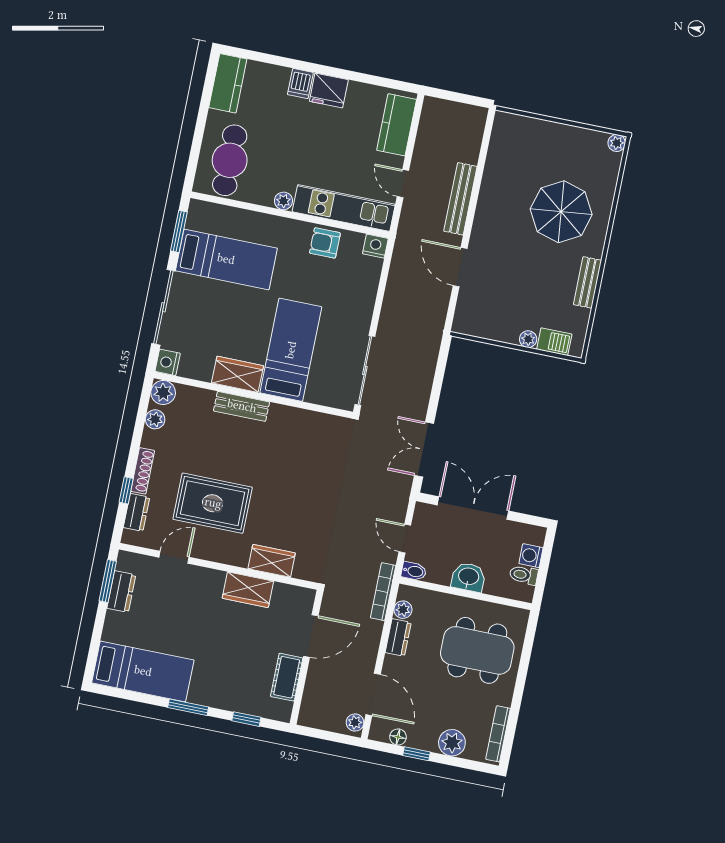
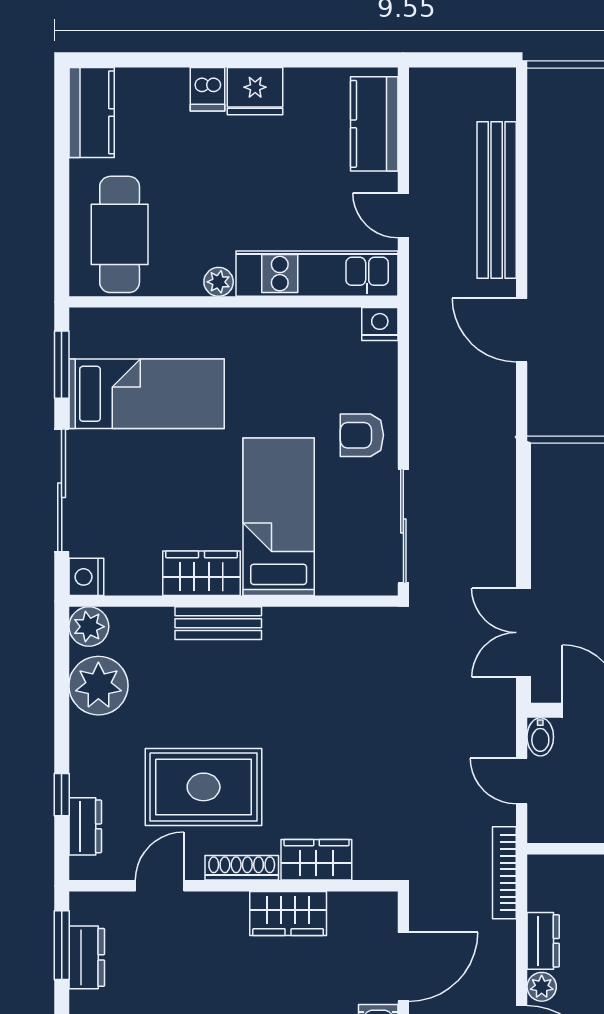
bench: (460, 199) -> (497, 200), width x1.37, depth x1.21
armchair: (325, 243) -> (362, 435), moved
plant: (155, 419) -> (98, 686), width x1.87, depth x1.87
shoe rack: (143, 471) -> (242, 868), moved, turned -90
bidet: (414, 571) -> (540, 737), moved, turned 90
plant: (403, 610) -> (542, 987), moved

